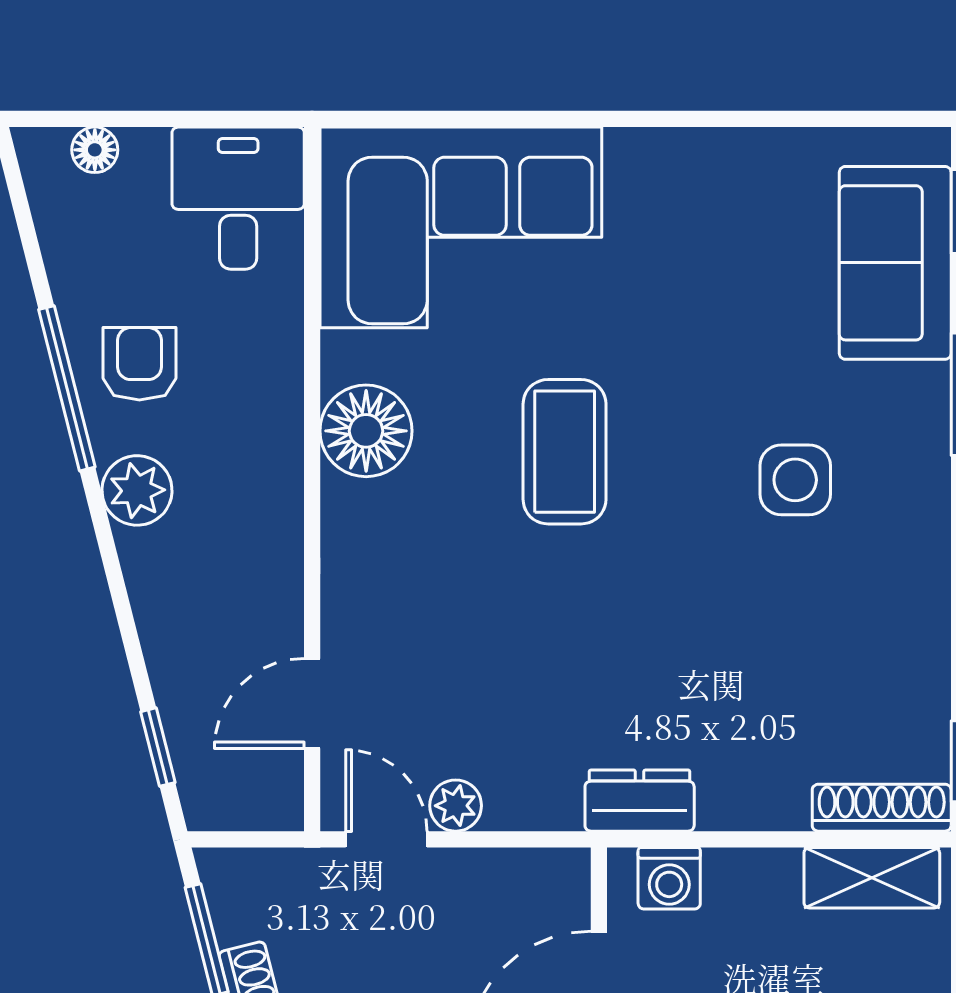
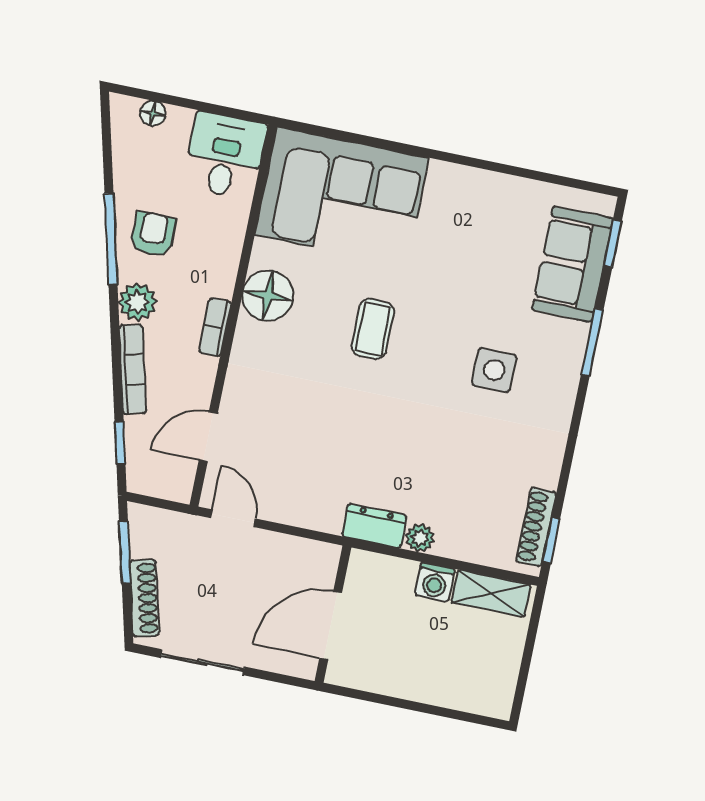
coffee table: (565, 452) -> (373, 329), width x0.73, depth x0.77
bookcase: (284, 506) -> (215, 327), added
bookcase: (153, 612) -> (133, 369), added
plant: (456, 806) -> (420, 538), moved
shoe rack: (882, 808) -> (536, 527), moved, turned -90
washing machine: (669, 878) -> (435, 582), moved

